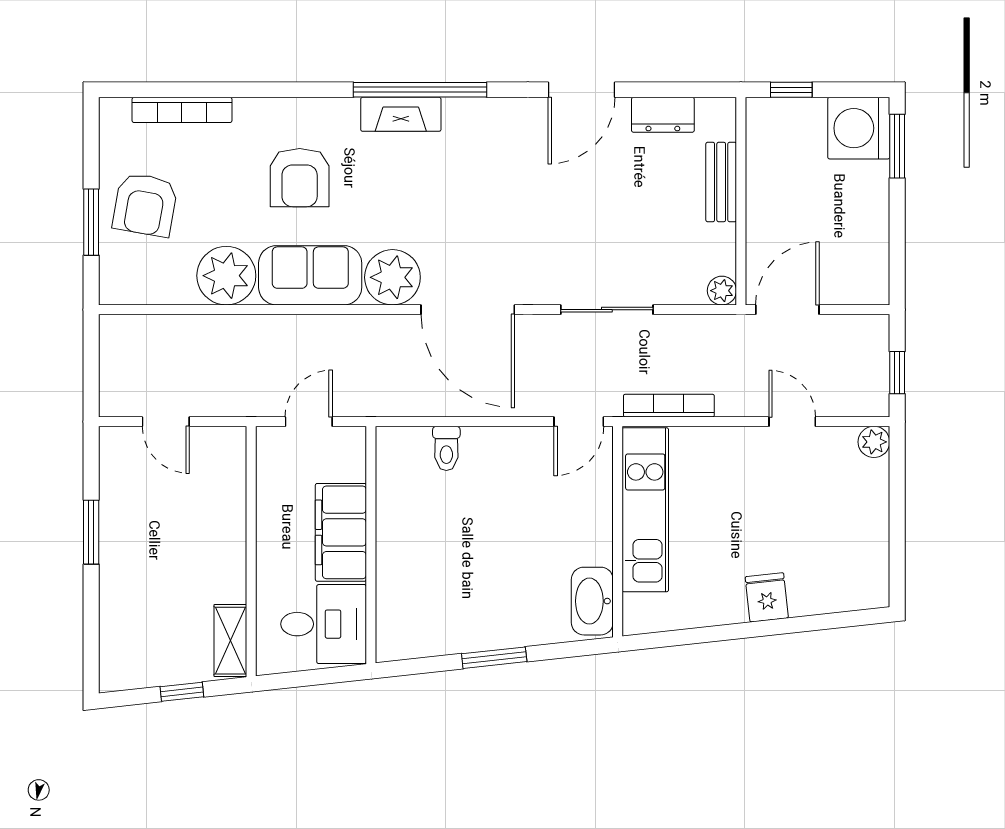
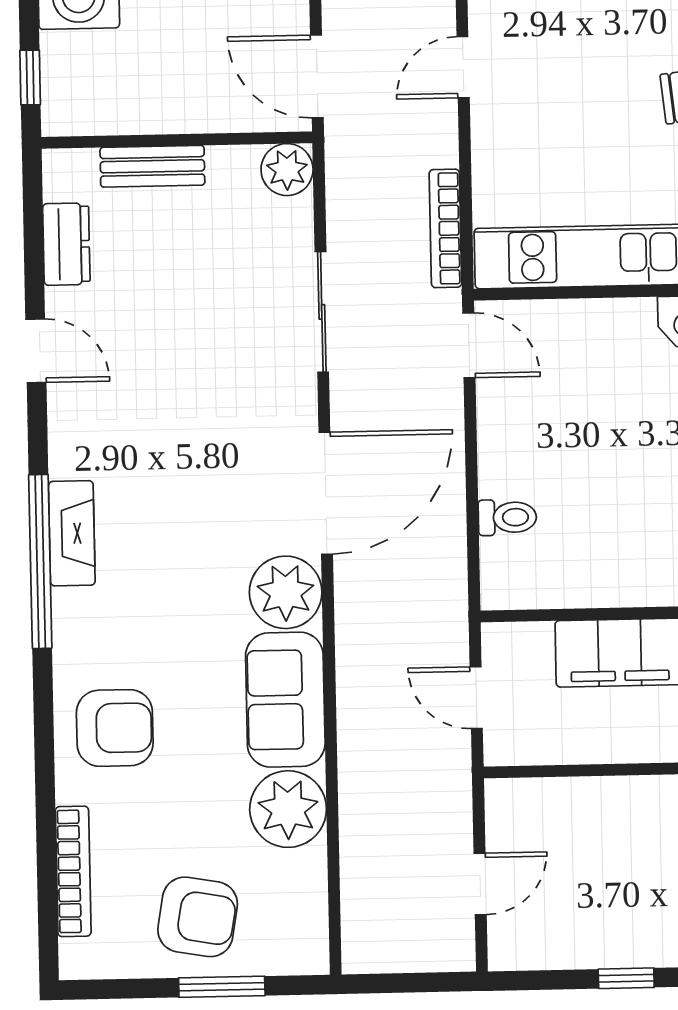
door: (582, 90) -> (36, 351), width x0.73
fireplace: (401, 114) -> (72, 533), moved
armchair: (300, 178) -> (115, 728), moved
plant: (722, 291) -> (287, 170), width x1.38, depth x1.38
window: (91, 532) -> (626, 978), width x0.67

